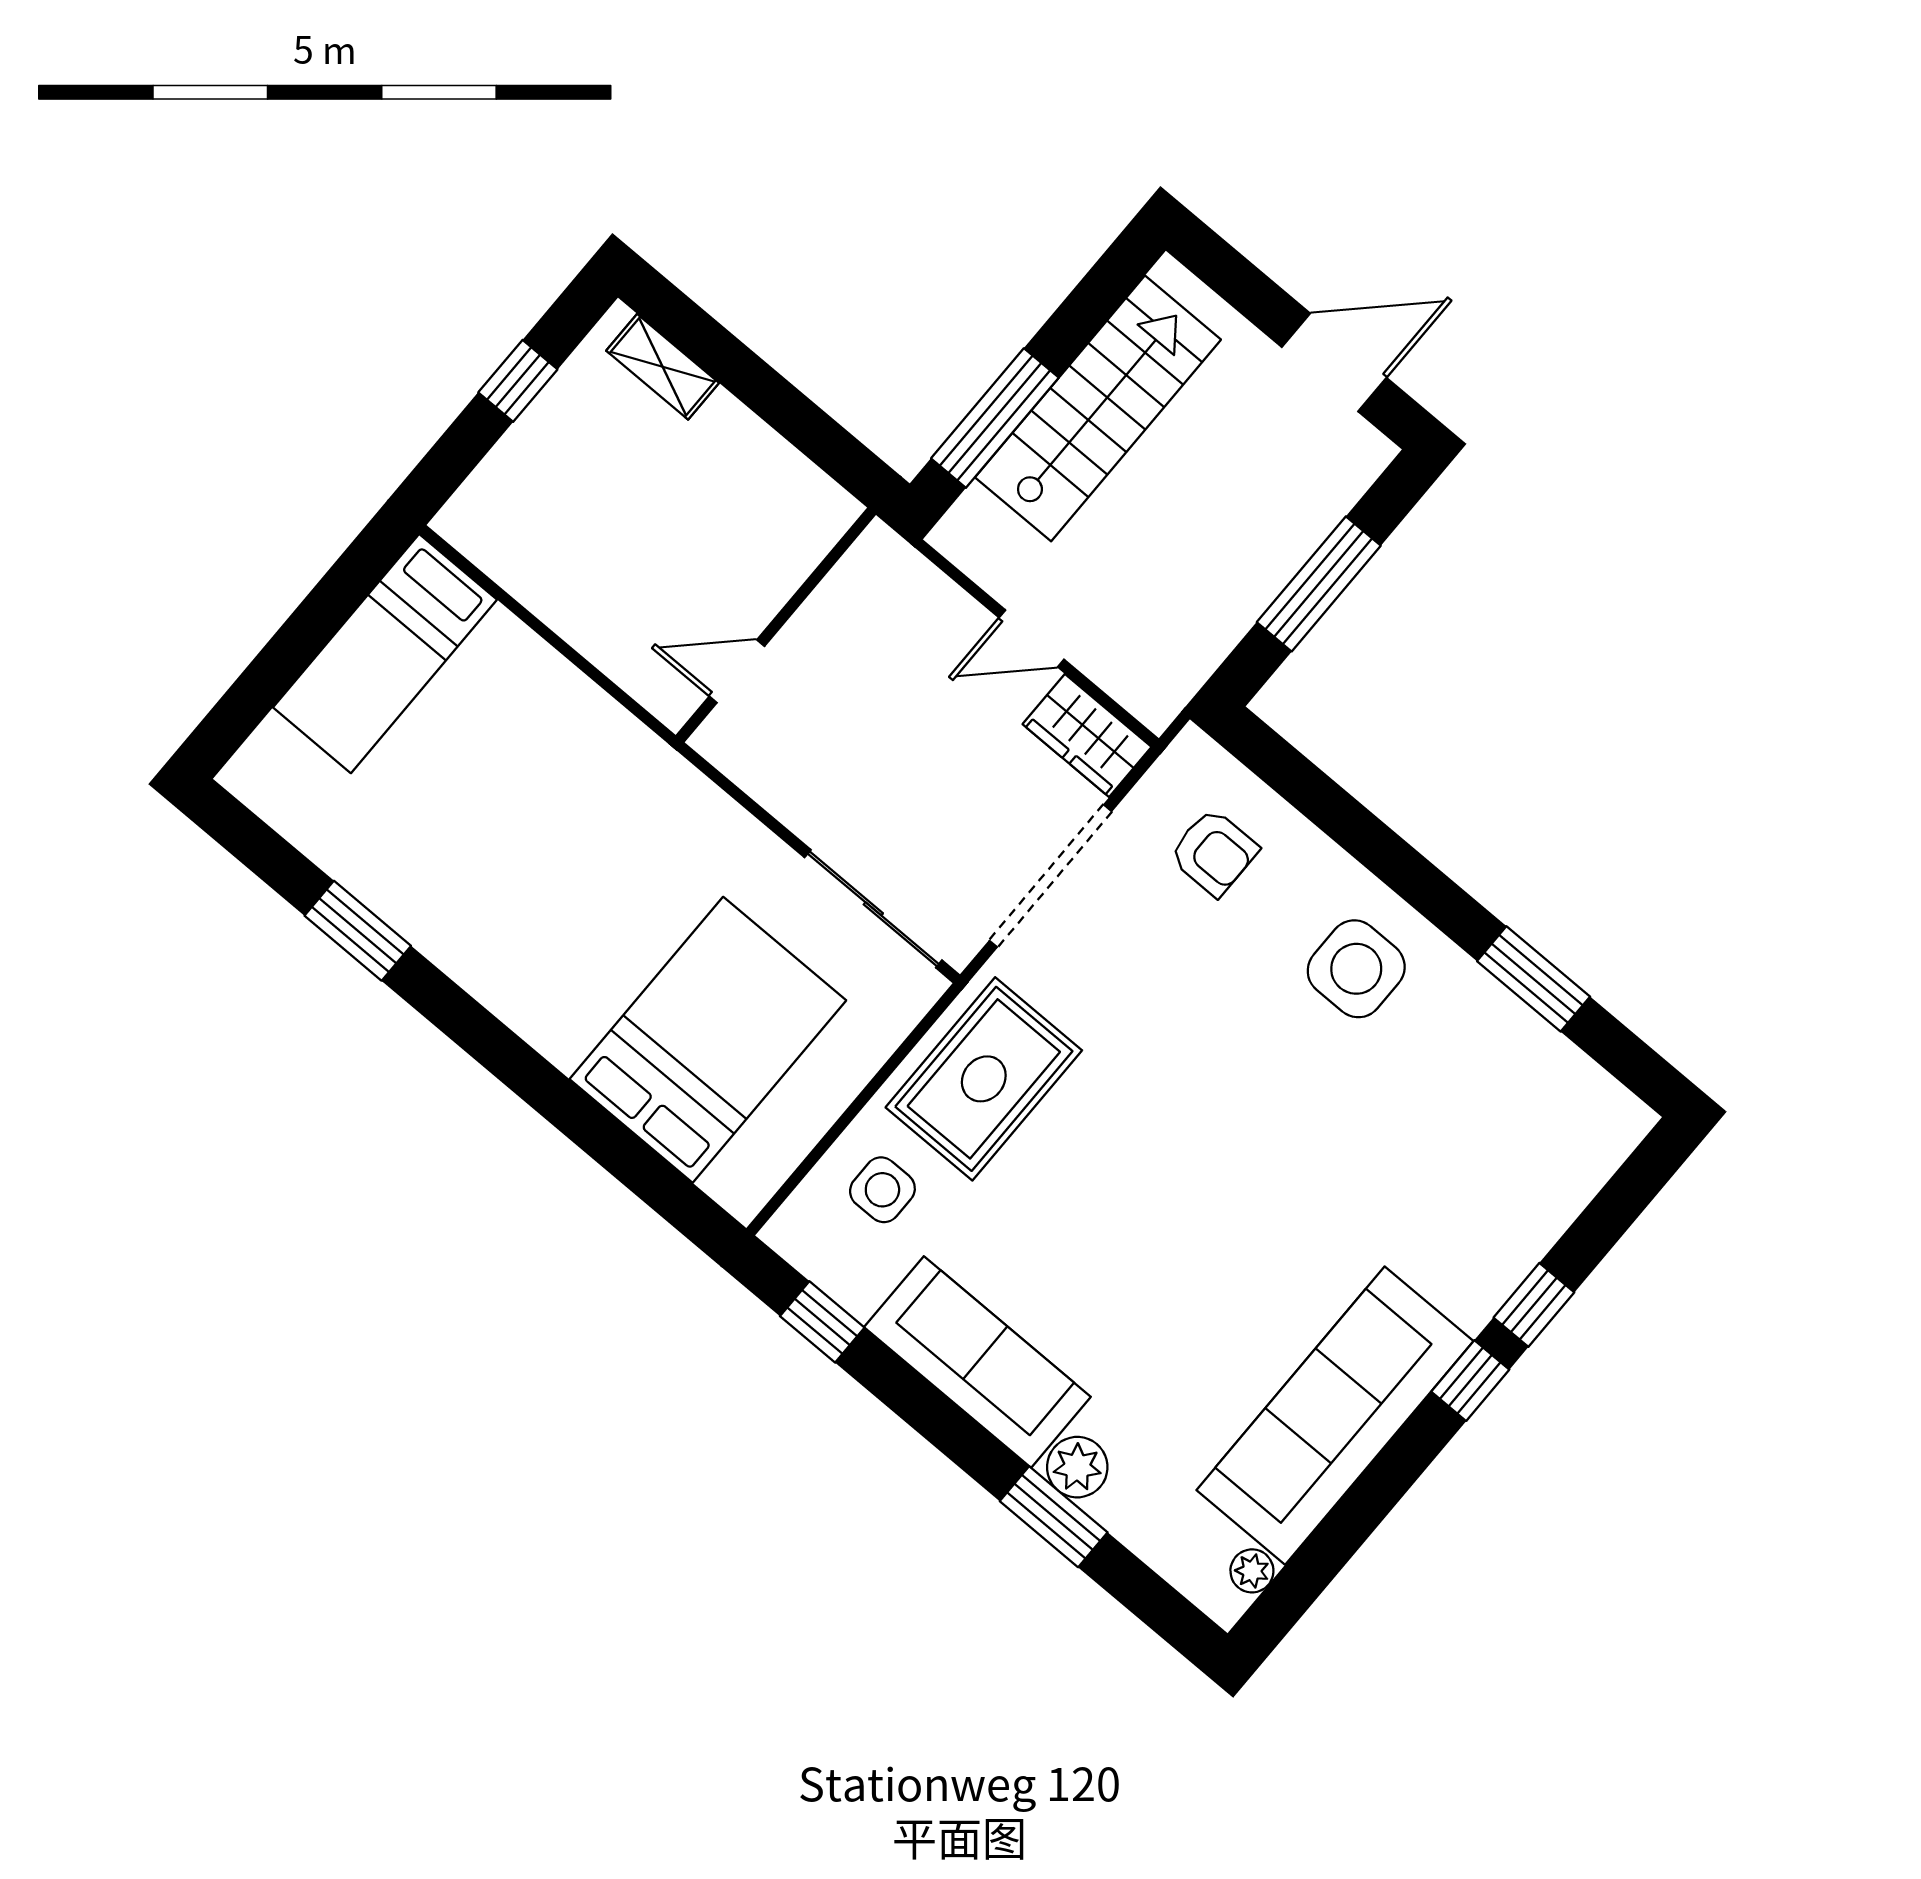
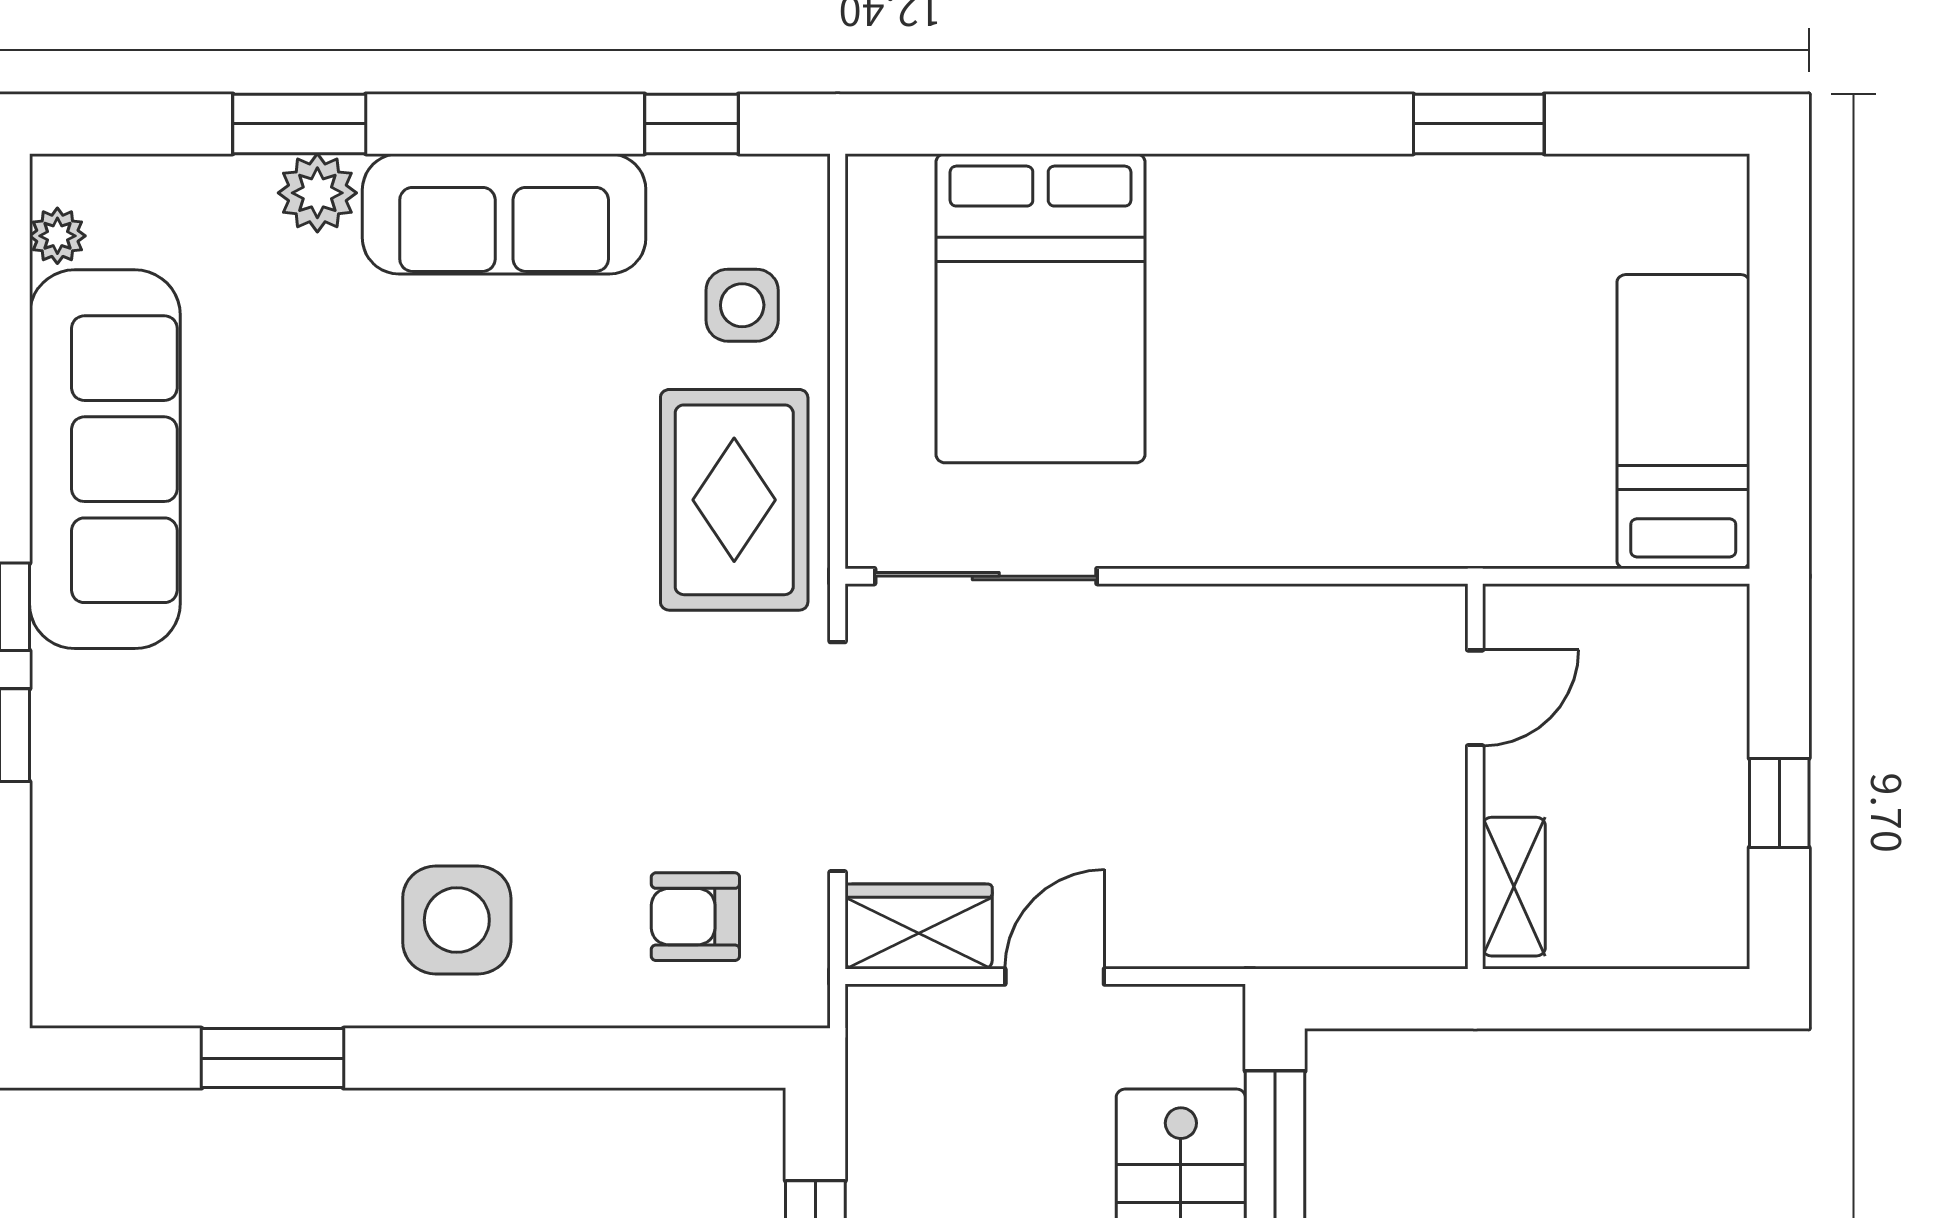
shelving: (663, 367) -> (1514, 887), moved, turned 90
wall: (776, 625) -> (1475, 776), moved
door: (737, 671) -> (1475, 698), moved

